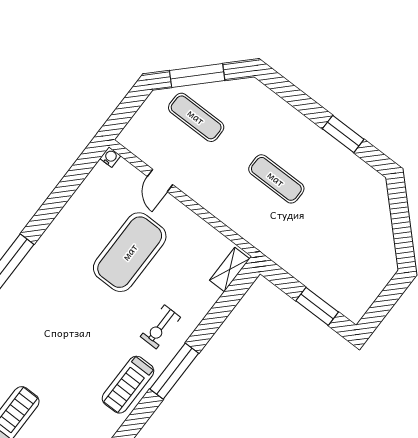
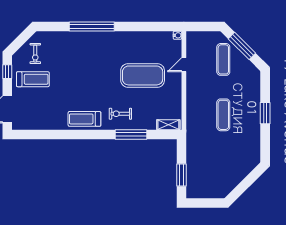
window: (343, 134) -> (265, 113), moved
window: (174, 371) -> (131, 135), moved

